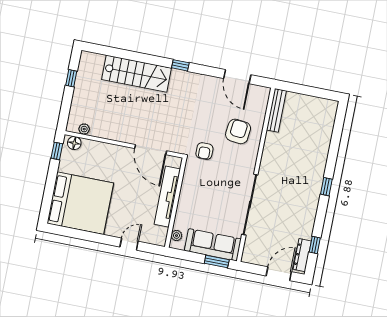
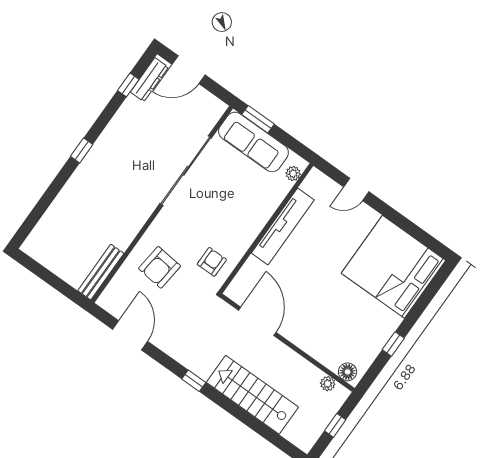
plant: (84, 129) -> (328, 384), moved
floor lamp: (74, 143) -> (348, 372), moved
wall: (124, 144) -> (287, 343), moved
door: (151, 150) -> (257, 321), moved

